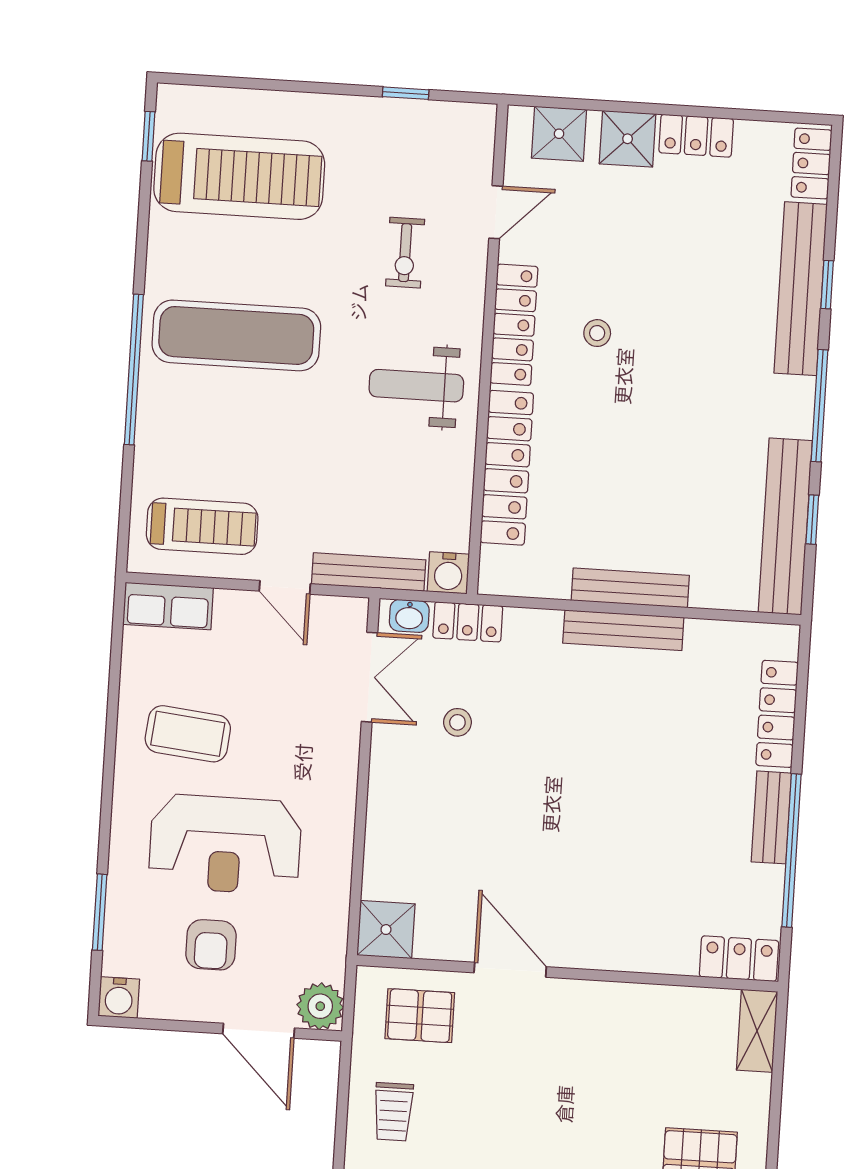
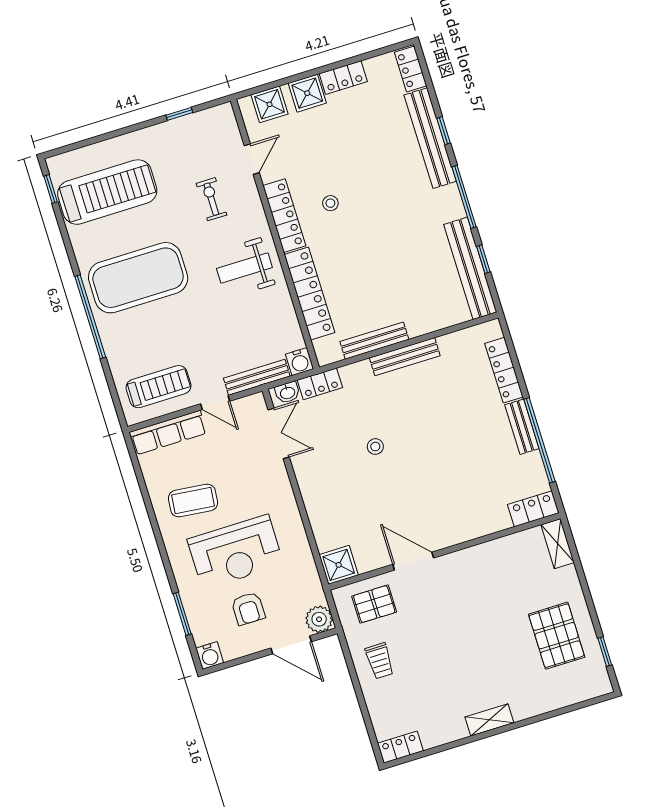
exercise bike: (405, 253) -> (211, 199), turned 180
exercise mat: (236, 335) -> (138, 278), width x1.47
bench: (630, 588) -> (374, 341), moved
row of seats: (168, 606) -> (168, 433), width x1.48
stool: (457, 722) -> (375, 447), moved

